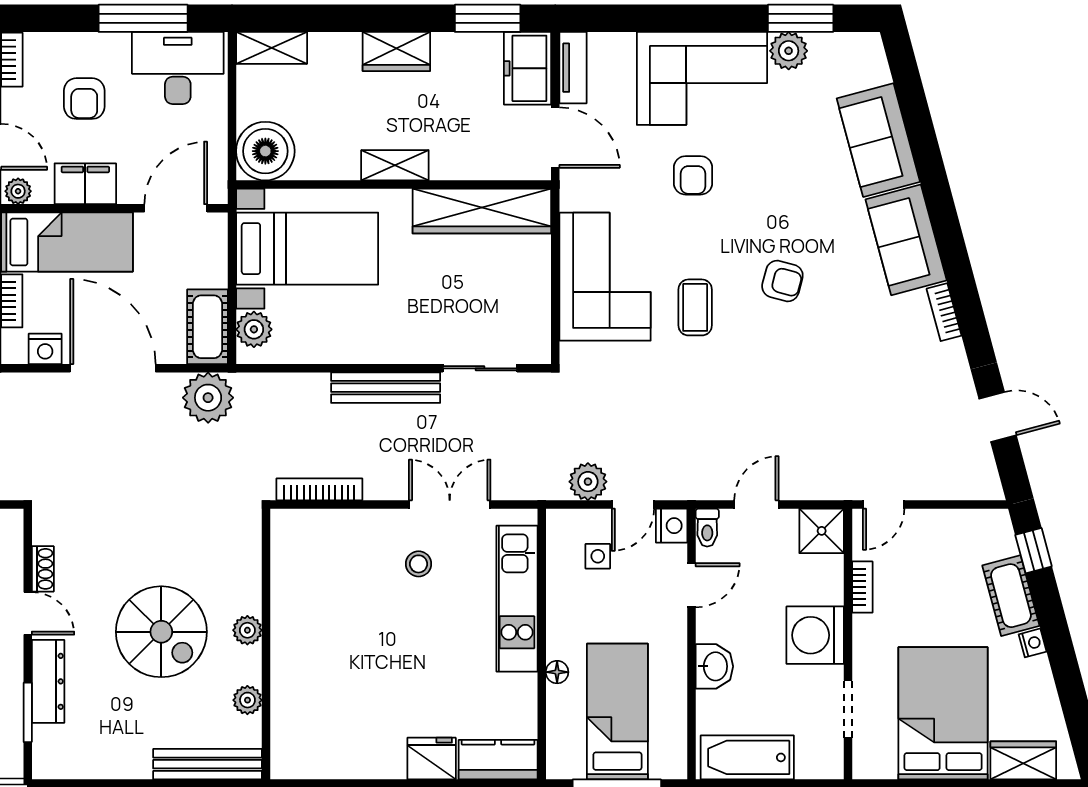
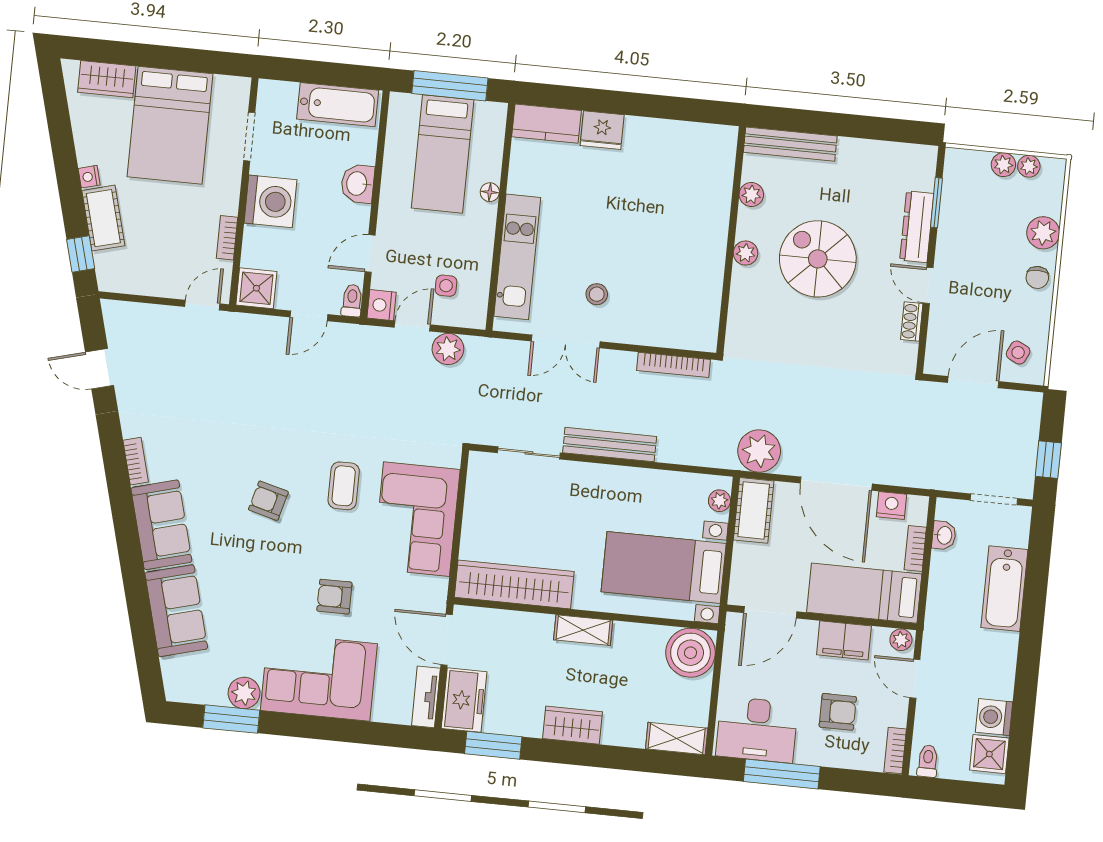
armchair: (84, 99) -> (838, 712), turned 90
armchair: (693, 175) -> (334, 597), turned -90
plant: (254, 329) -> (719, 501), width x0.73, depth x0.73

